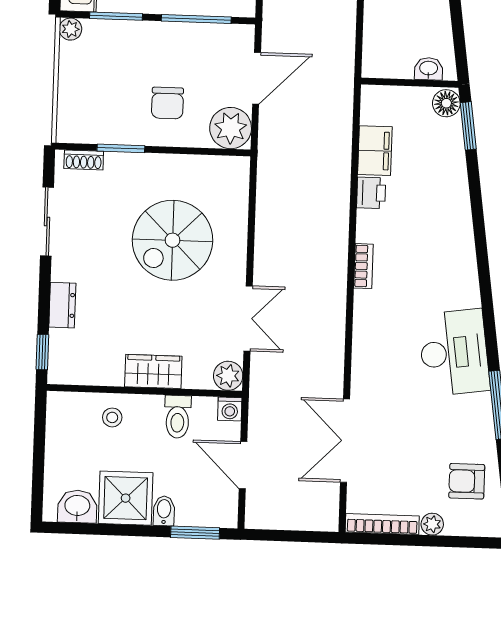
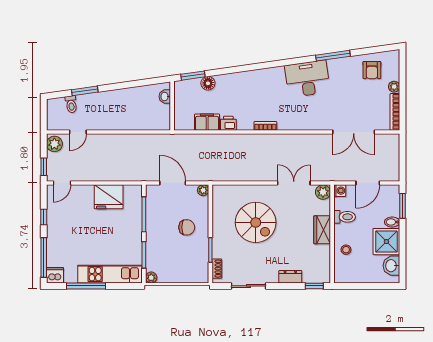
floor lamp: (446, 103) -> (208, 83), moved
plant: (231, 128) -> (203, 190), width x0.53, depth x0.53

